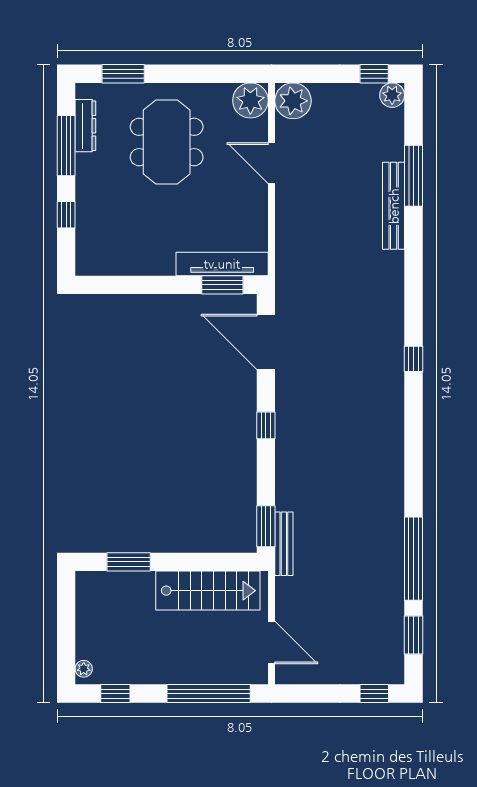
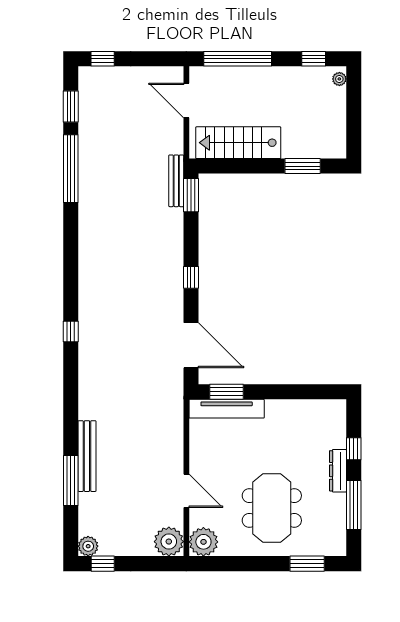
dresser: (85, 126) -> (338, 471), moved

